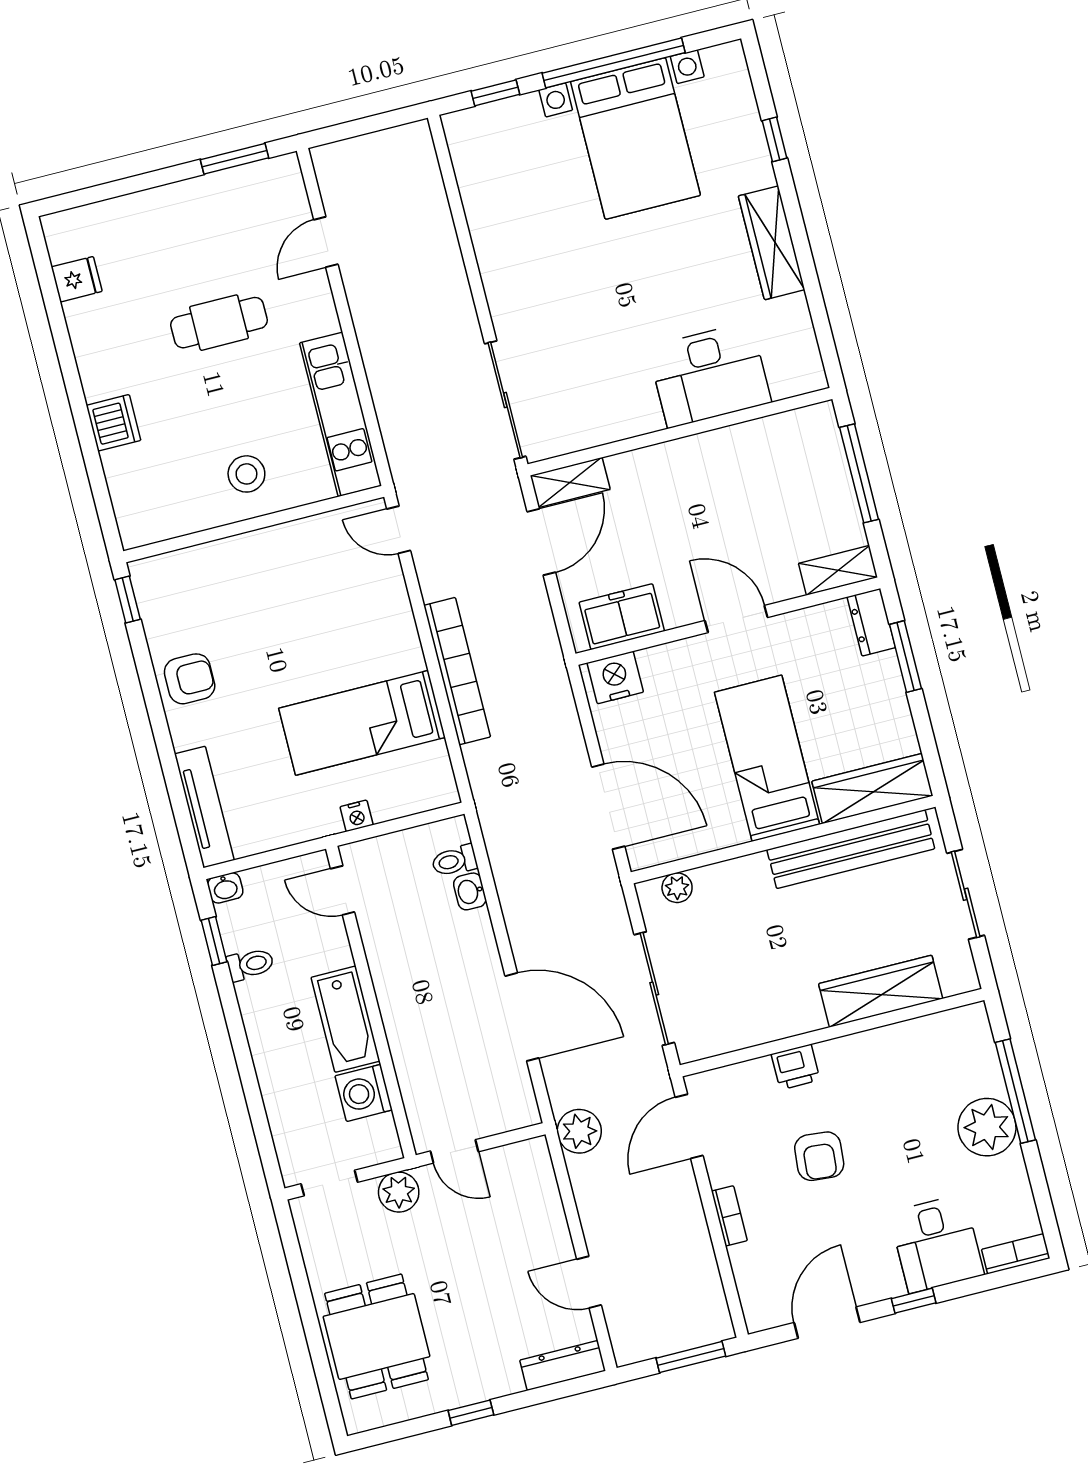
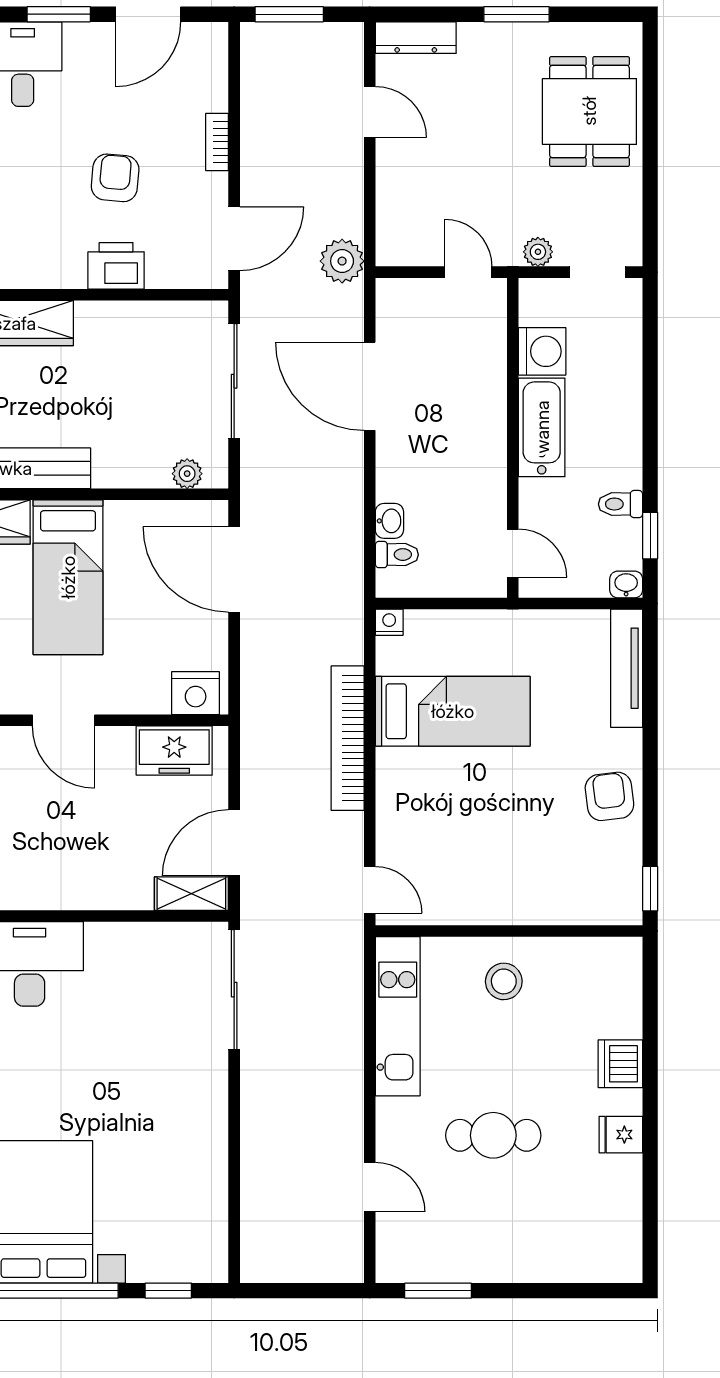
door: (326, 242) -> (370, 1187), hinge flipped
fridge: (77, 279) -> (621, 1135), moved
armchair: (190, 679) -> (609, 796), turned 83
nightstand: (357, 816) -> (389, 622), moved
printer: (796, 1067) -> (116, 266), width x1.36, depth x1.24
plant: (399, 1192) -> (538, 252), width x0.73, depth x0.73
window: (914, 1301) -> (59, 14), width x1.50
window: (471, 1413) -> (517, 14), width x1.50

